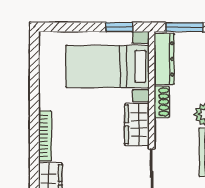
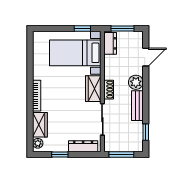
dresser: (164, 59) -> (110, 43), width x0.70
shoe rack: (162, 102) -> (109, 90), moved

